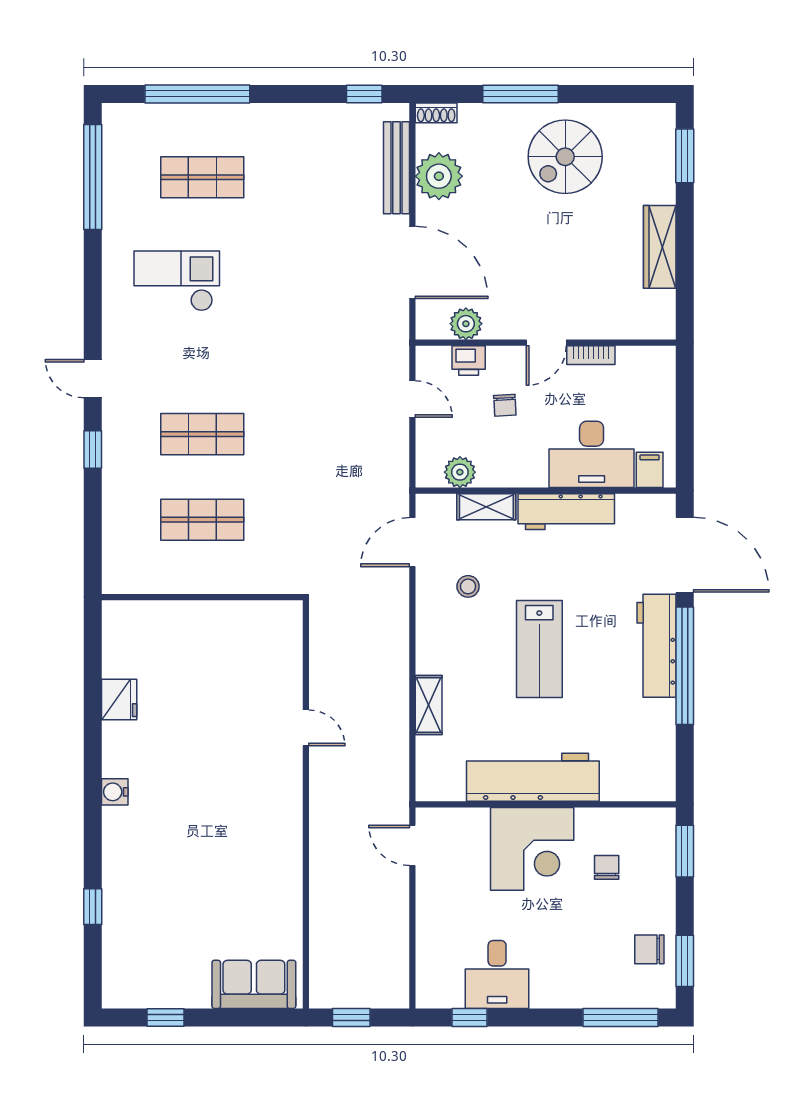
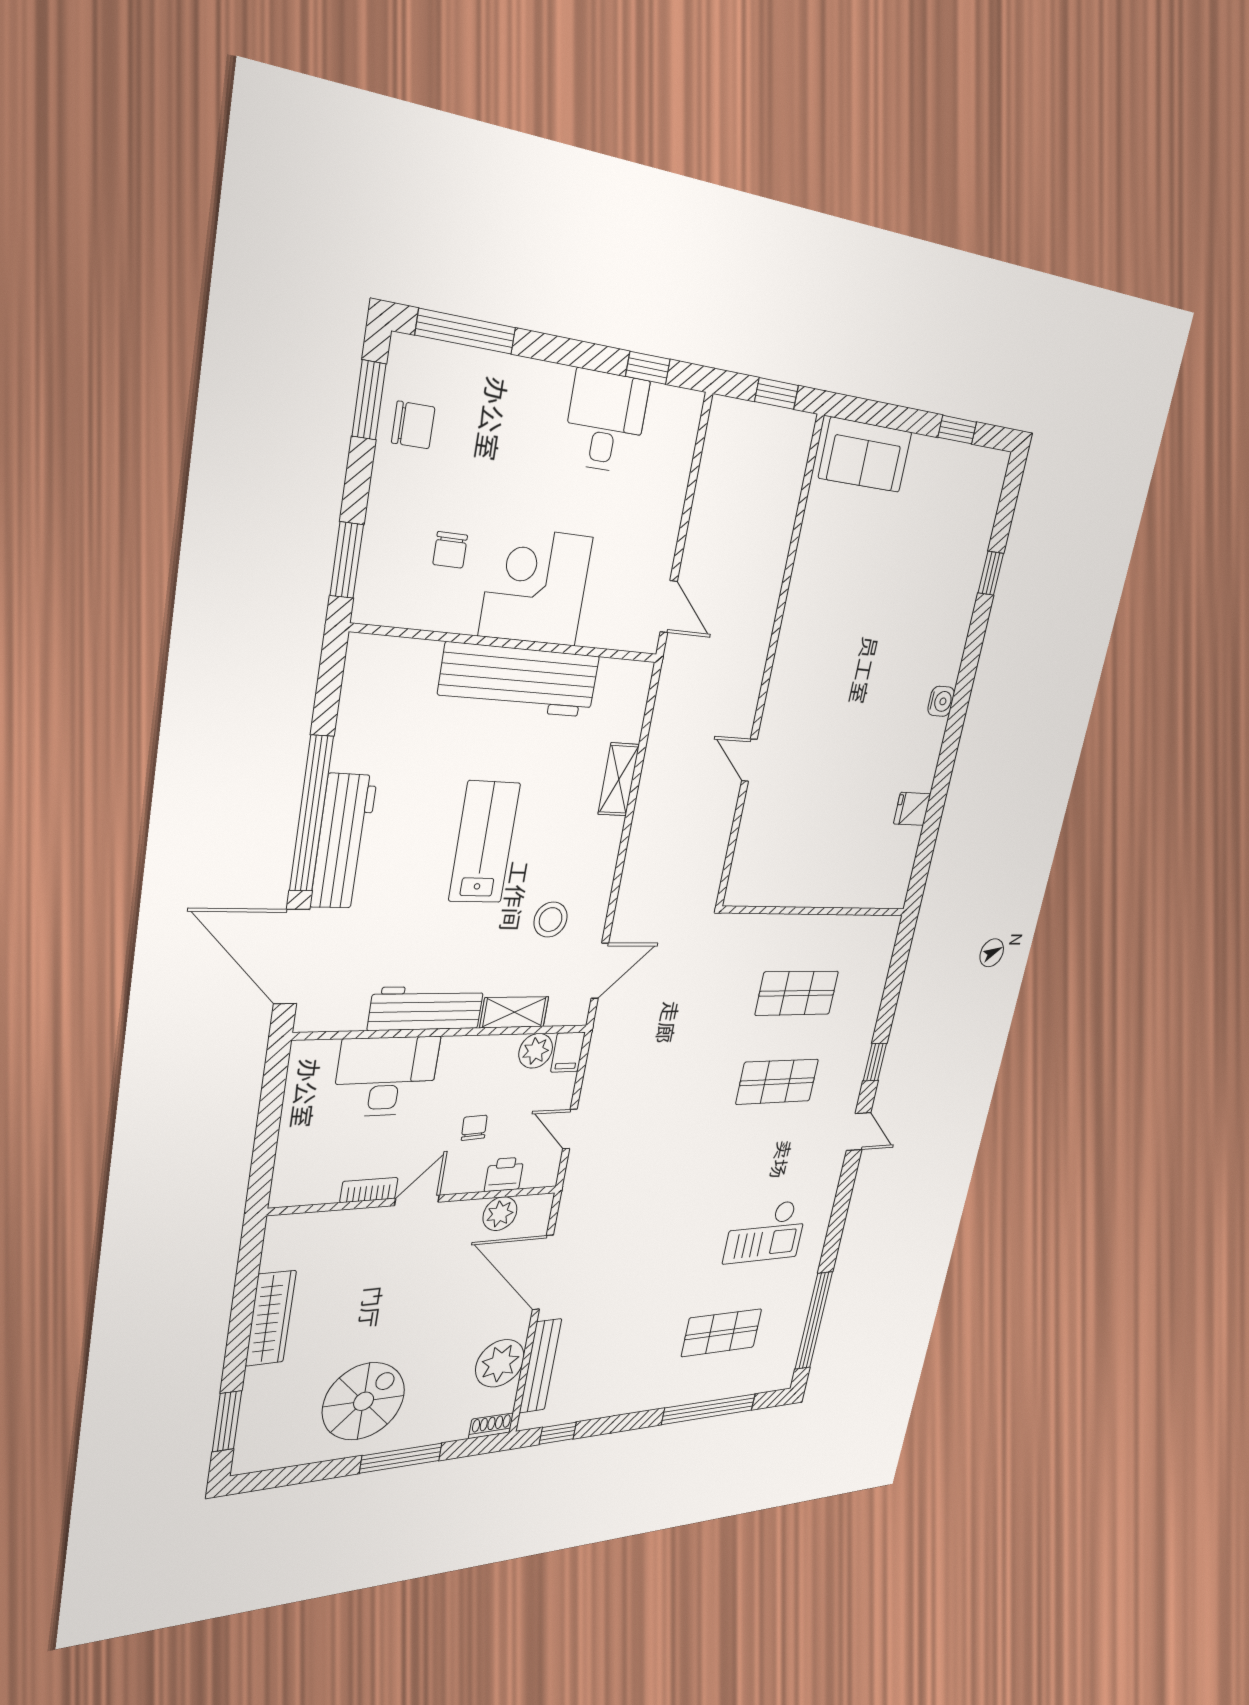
filing cabinet: (650, 470) -> (568, 1052), moved
stool: (468, 586) -> (551, 920), width x1.37, depth x1.37
fridge: (119, 700) -> (912, 809), width x0.72

